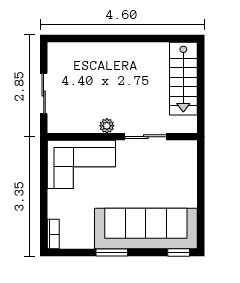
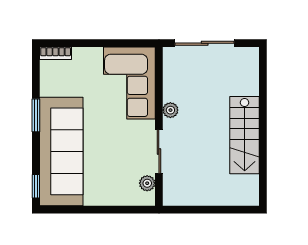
stairs: (183, 79) -> (245, 135), moved, turned -90
sliding door: (44, 94) -> (205, 43), width x1.37
plant: (176, 148) -> (147, 183), added

